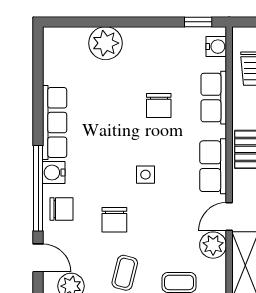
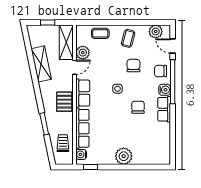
plant: (106, 43) -> (124, 156), moved
row of seats: (214, 98) -> (82, 128), width x1.48
chair: (159, 105) -> (138, 107), moved
row of seats: (55, 123) -> (164, 109), width x0.68

